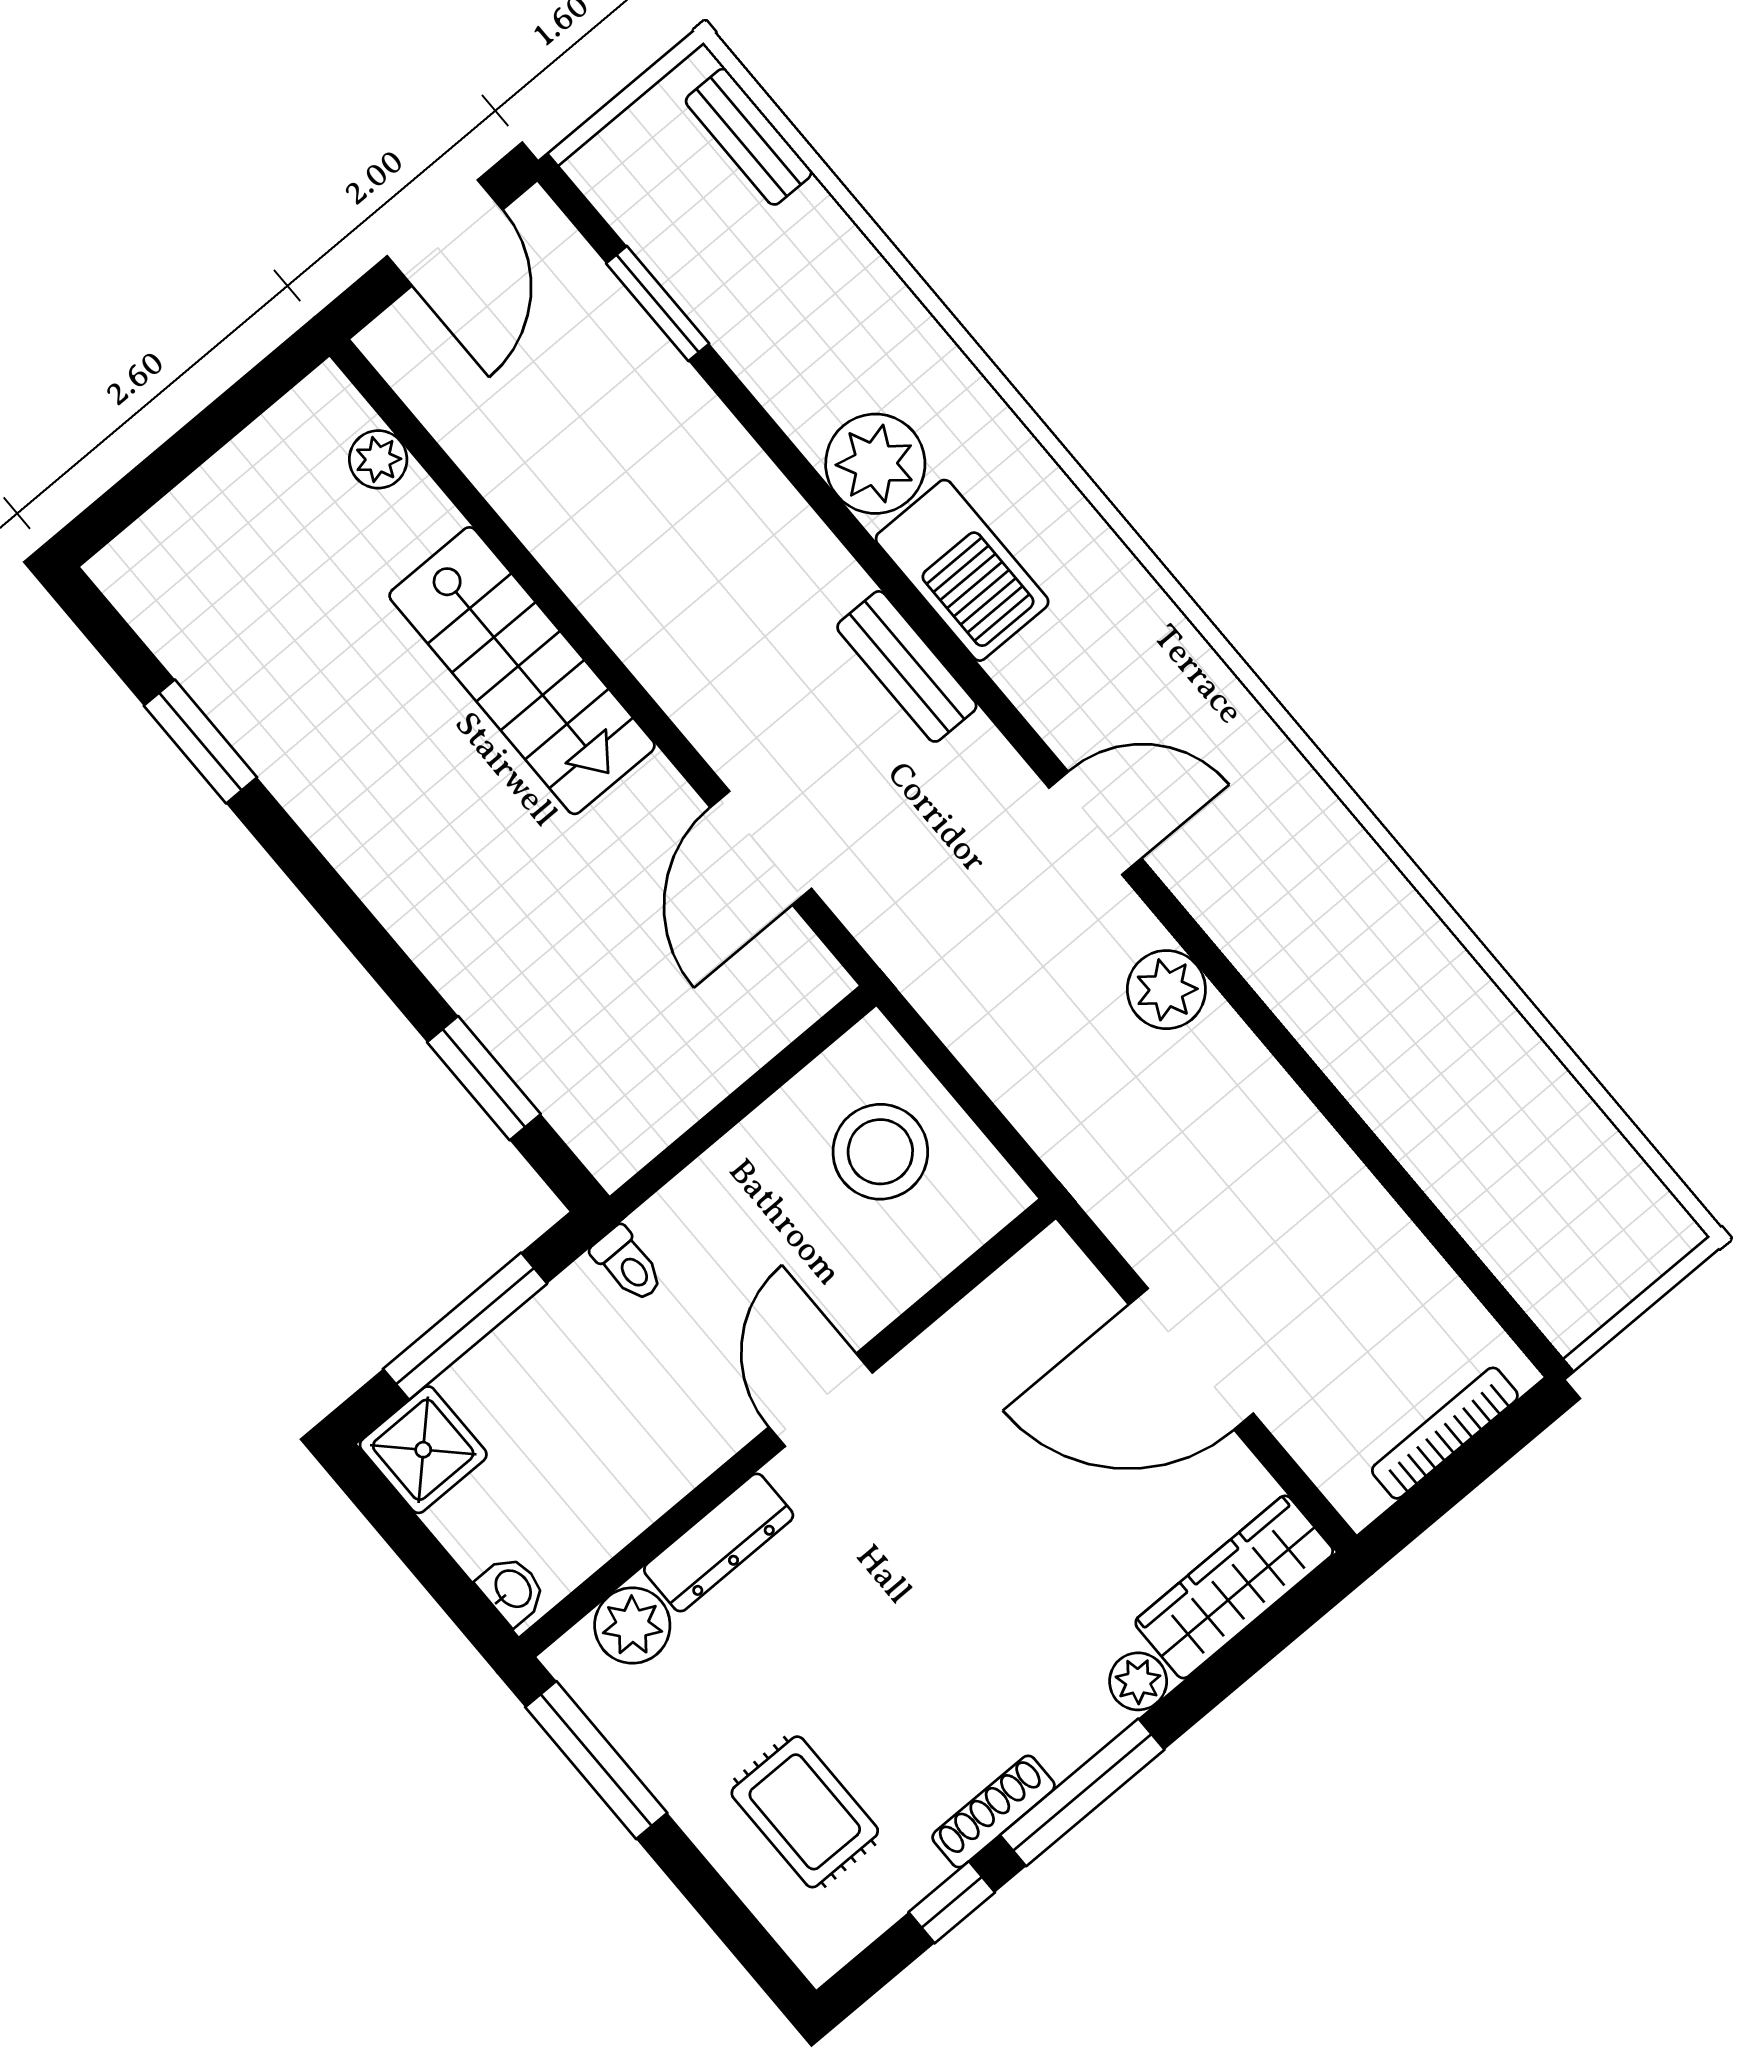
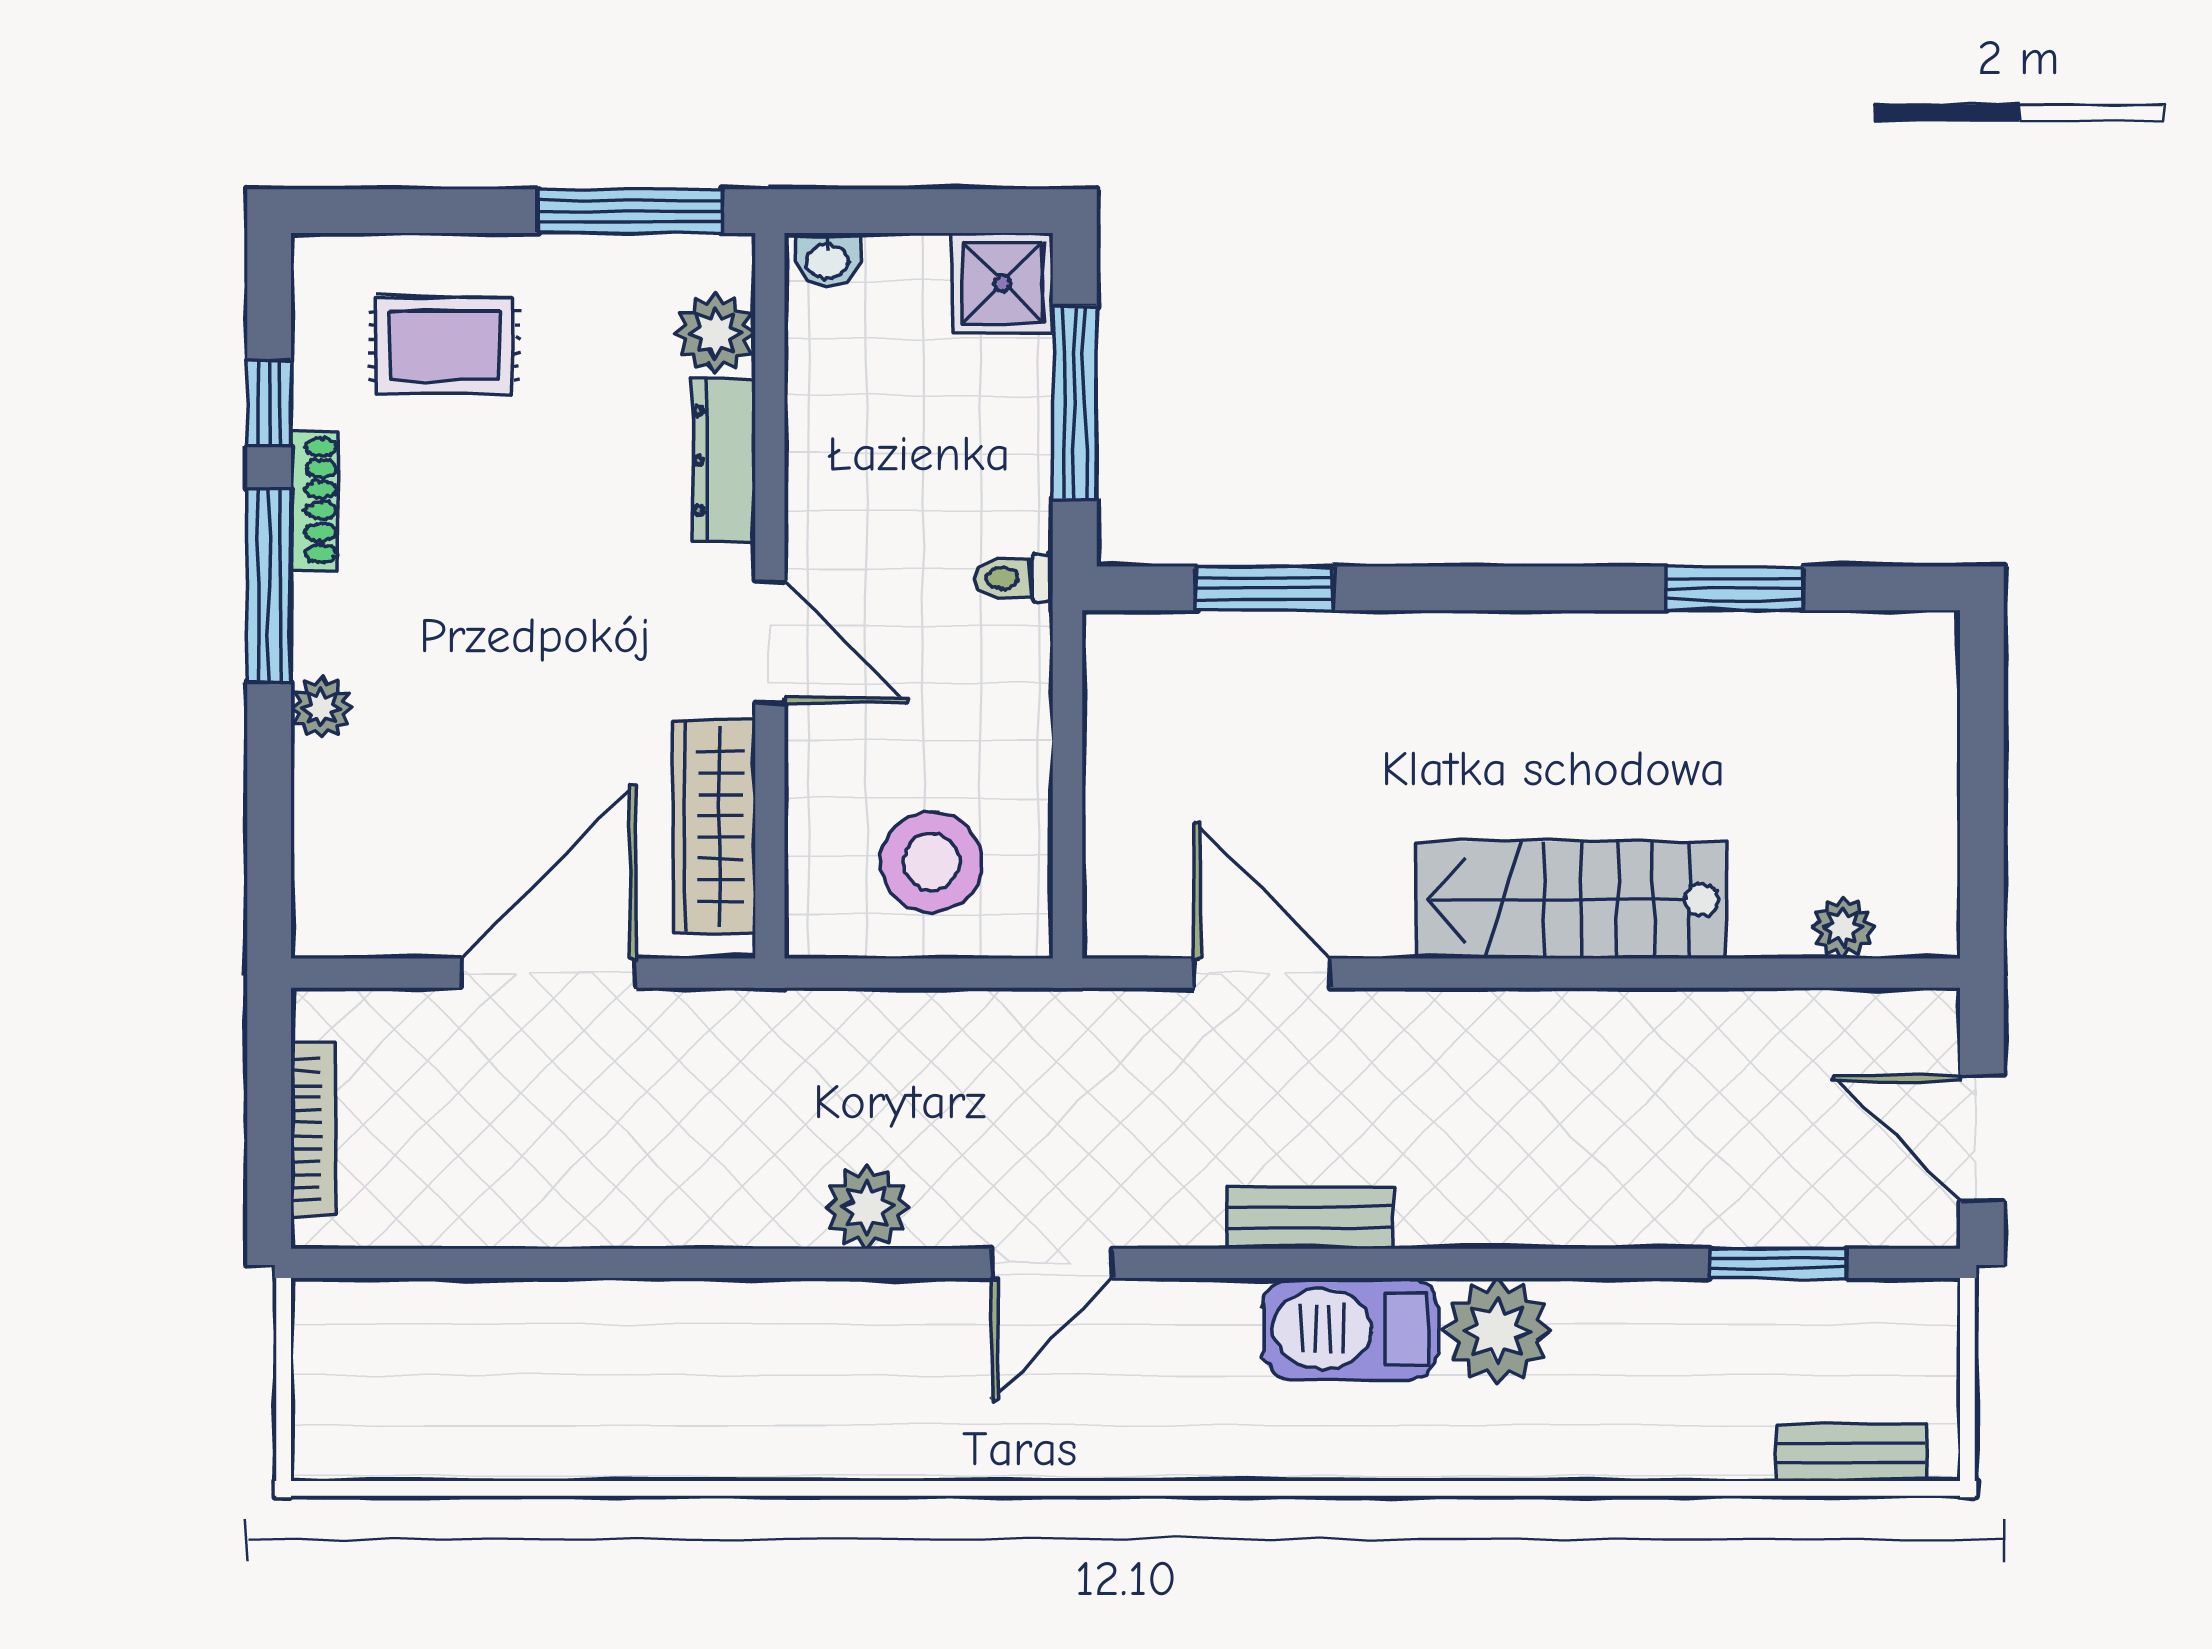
wardrobe: (1234, 1587) -> (714, 826), moved, turned 180

